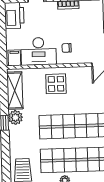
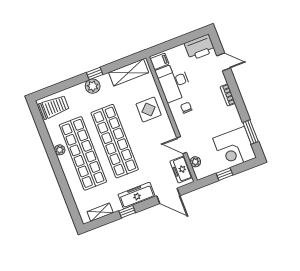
plant: (15, 117) -> (93, 86), moved

